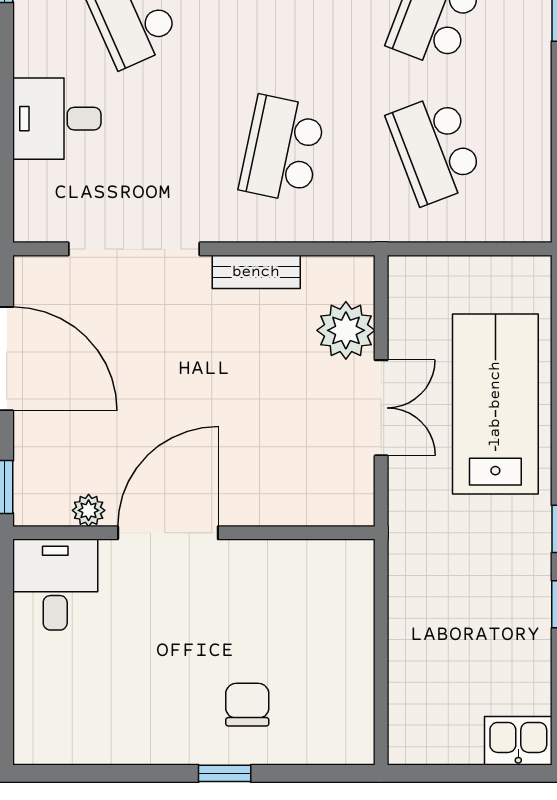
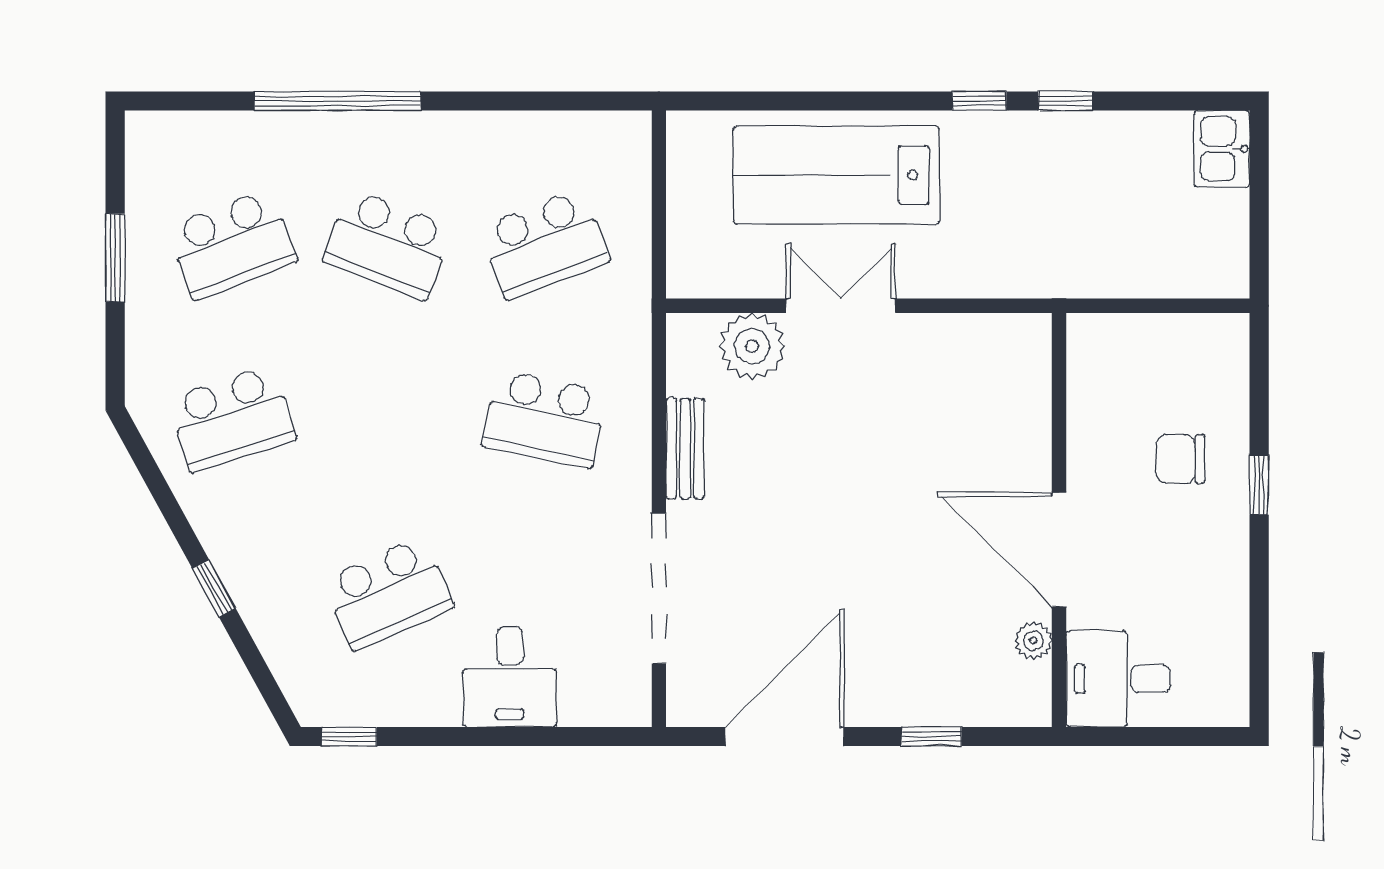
plant: (89, 510) -> (1033, 641), moved
door: (168, 533) -> (1059, 550), moved
wall: (194, 533) -> (1059, 520), moved
desk: (55, 585) -> (1118, 679), moved

